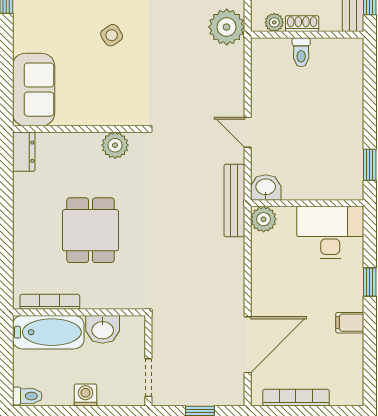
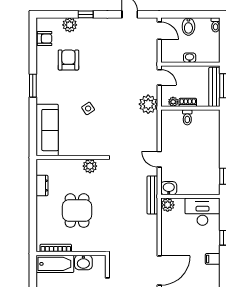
sofa: (34, 90) -> (47, 130), width x1.36
dresser: (24, 152) -> (42, 186), moved

